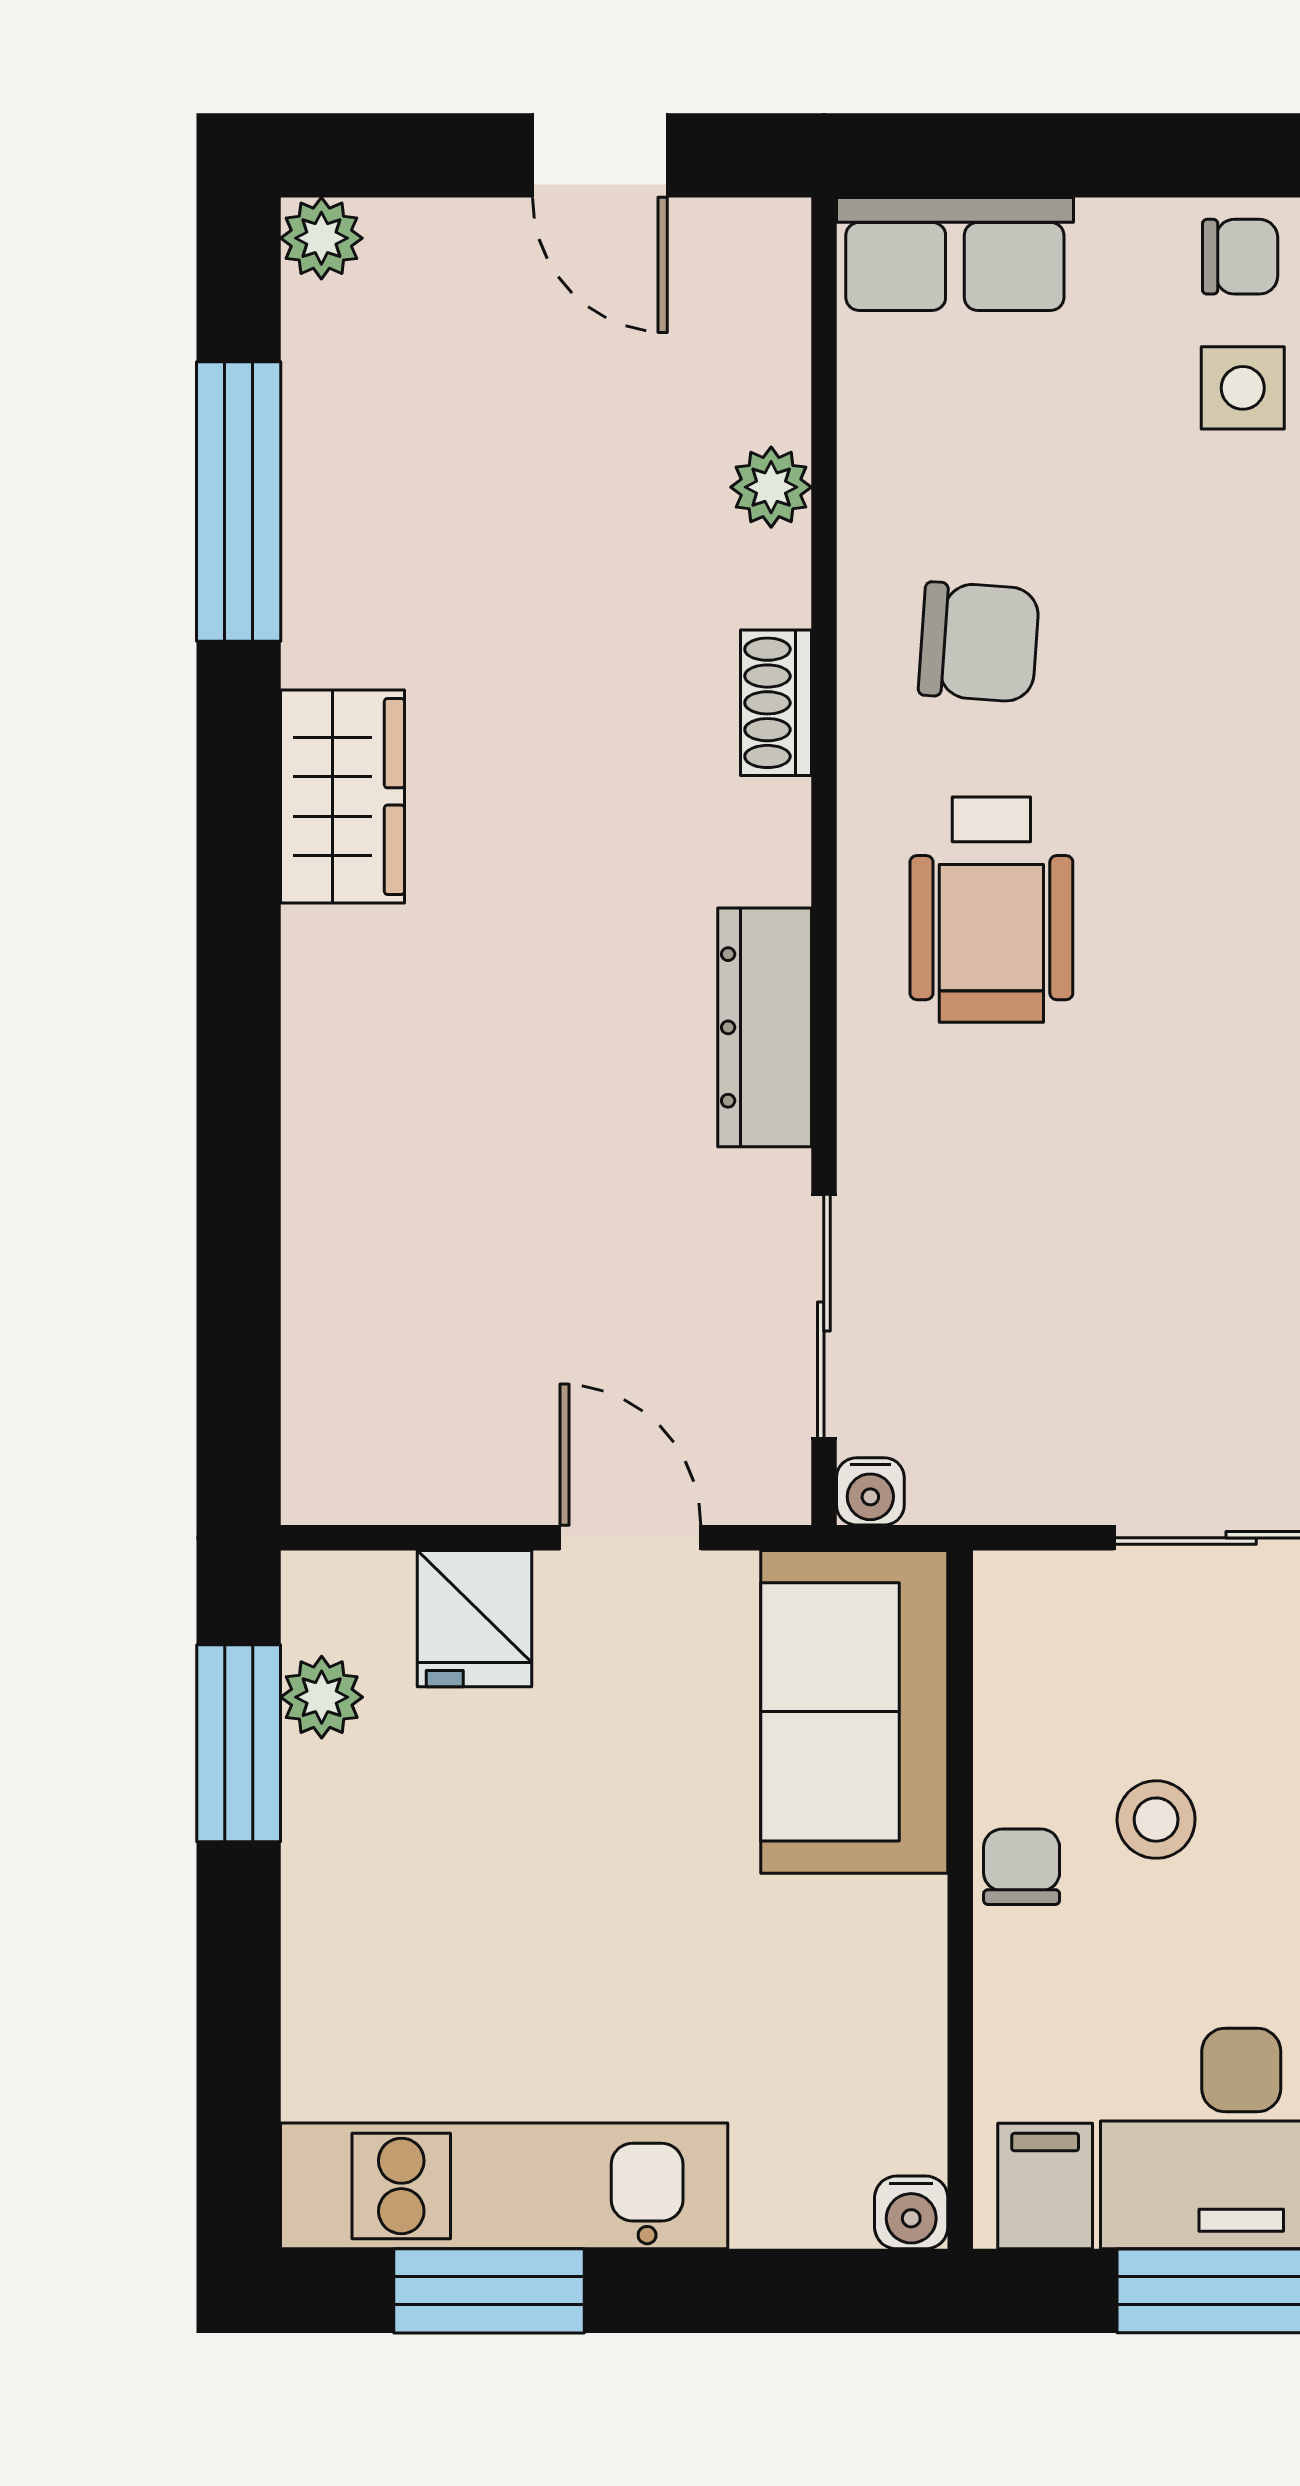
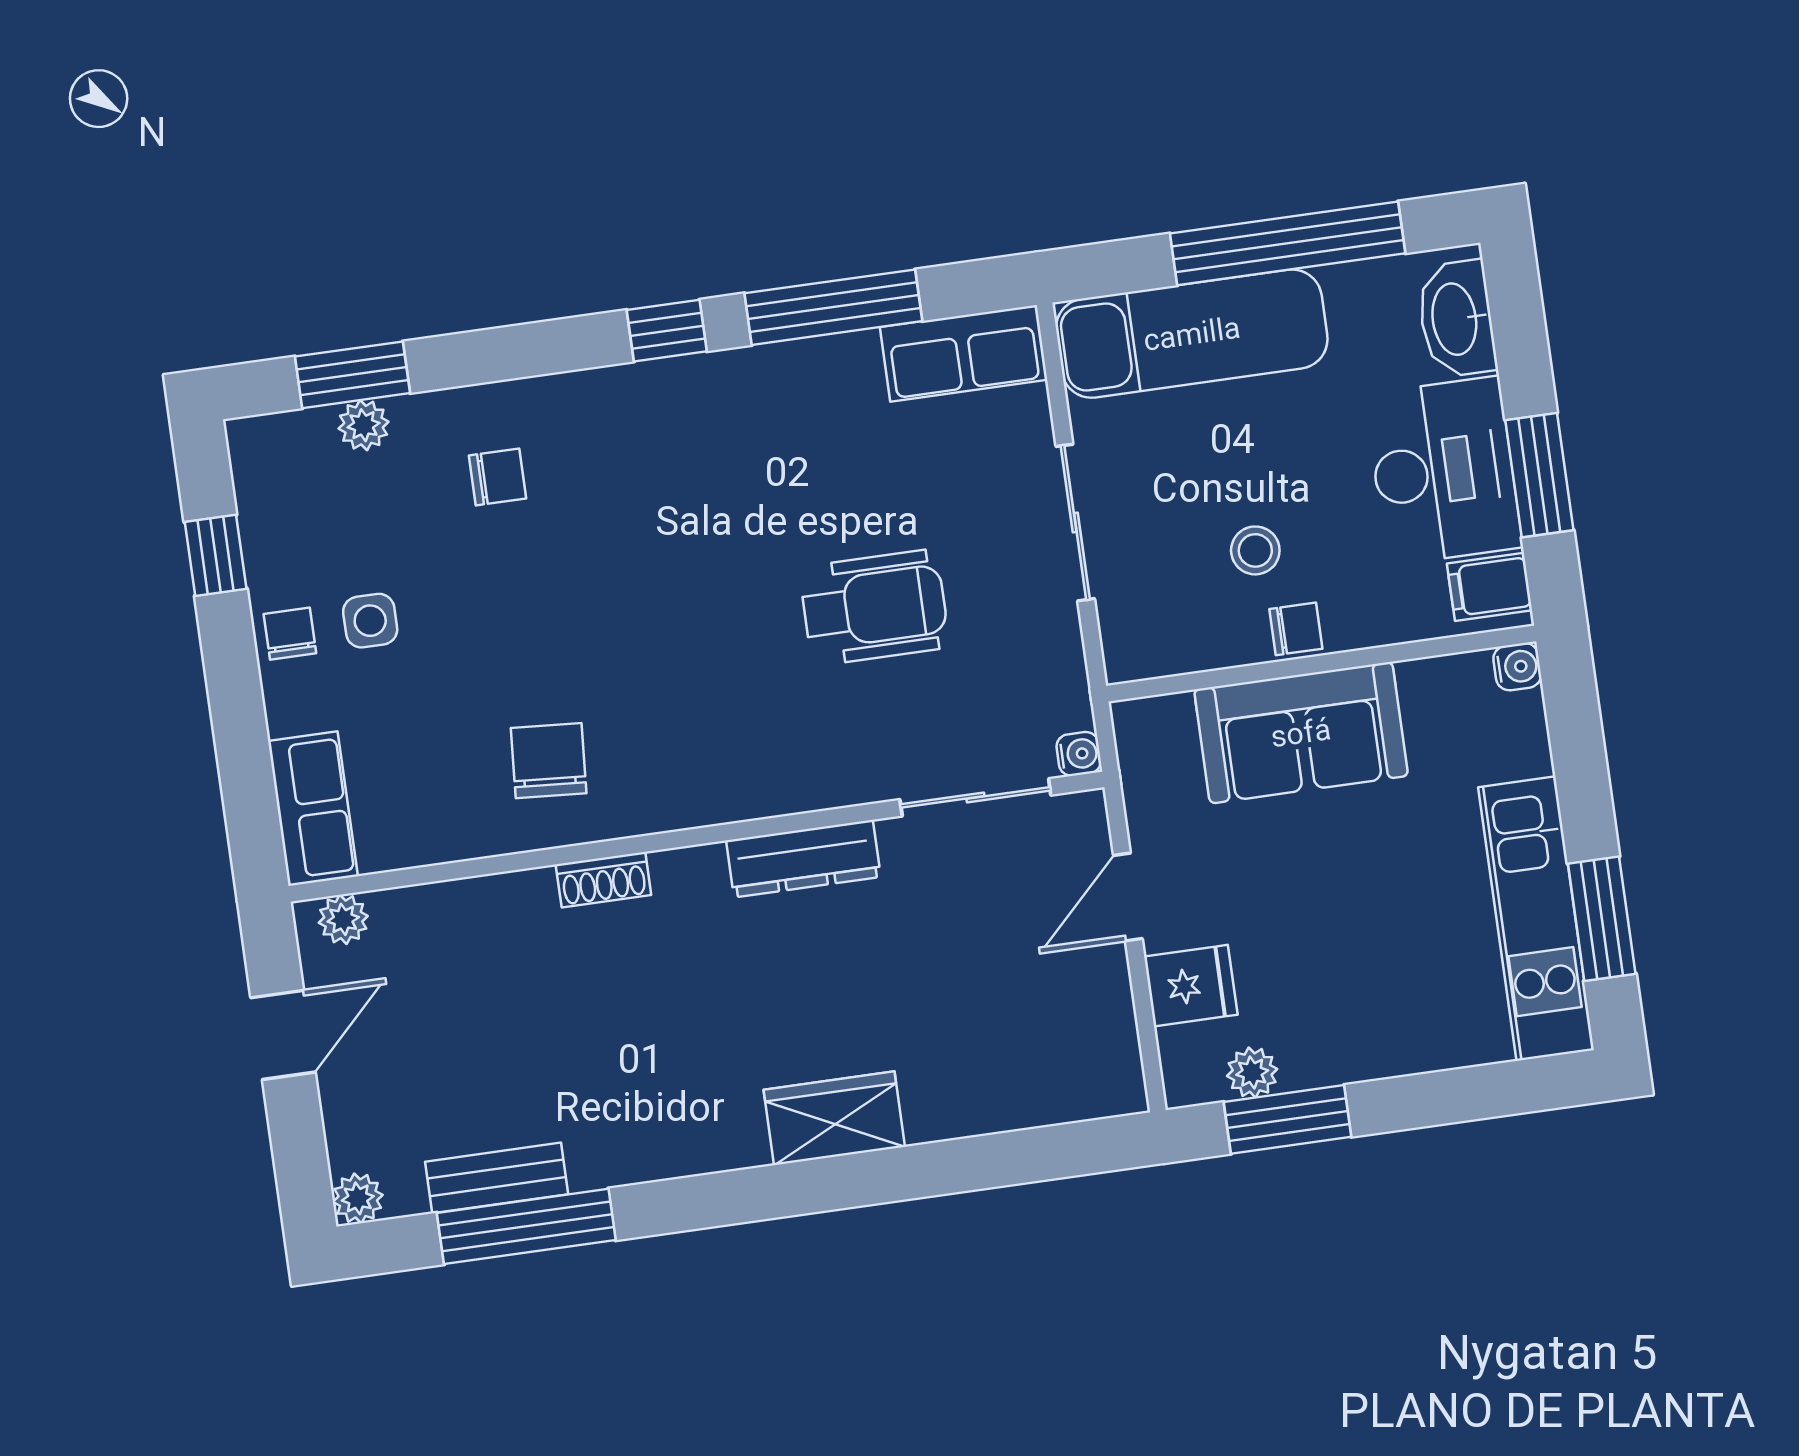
bench: (323, 465) -> (497, 1178), added
plant: (771, 487) -> (343, 919), moved
wardrobe: (342, 796) -> (834, 1118), moved
wheelchair: (991, 910) -> (874, 607), moved
sofa: (854, 1712) -> (1301, 733), moved
chair: (1022, 1867) -> (1296, 629), turned 180

